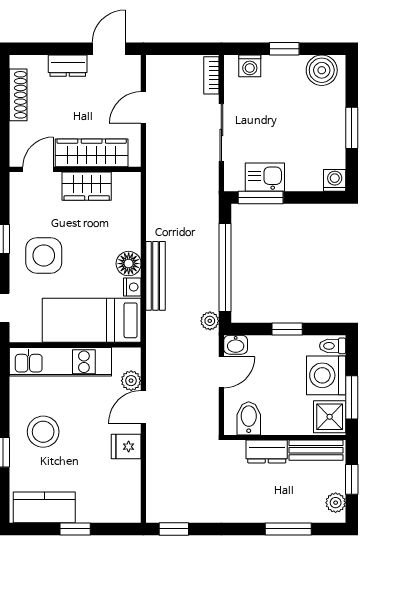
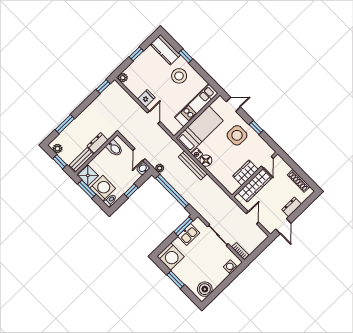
window: (284, 49) -> (224, 284), removed
washing machine: (335, 180) -> (171, 257), width x1.89, depth x1.89
plant: (131, 381) -> (123, 78), moved
kitchen counter: (44, 507) -> (165, 50), moved, turned 90

